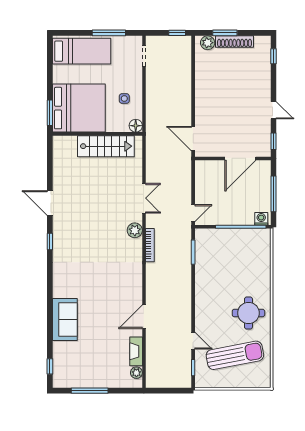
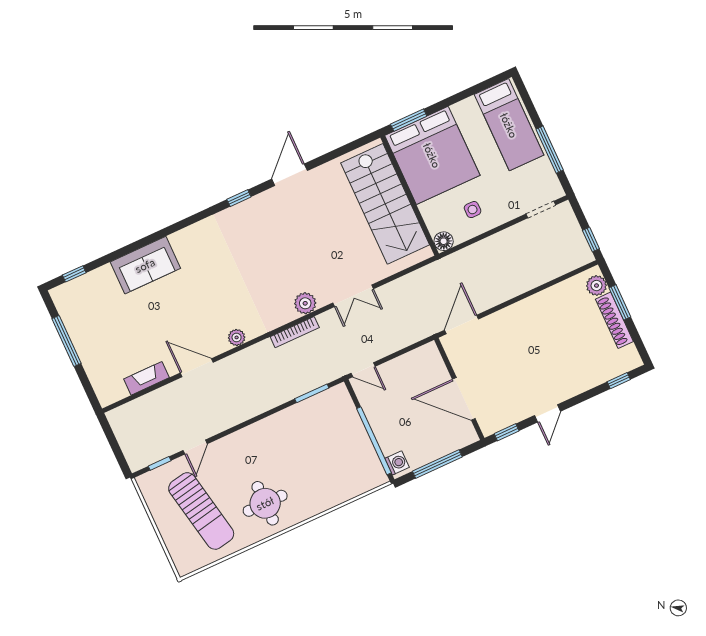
stairs: (106, 146) -> (385, 204), width x1.36, depth x1.51
plant: (136, 373) -> (237, 337), moved

